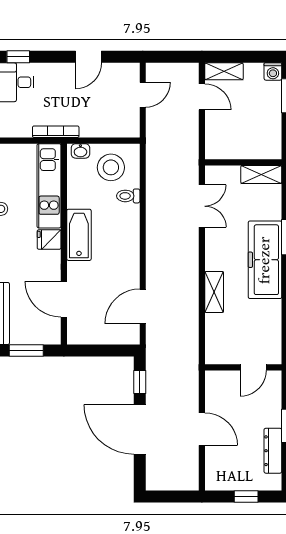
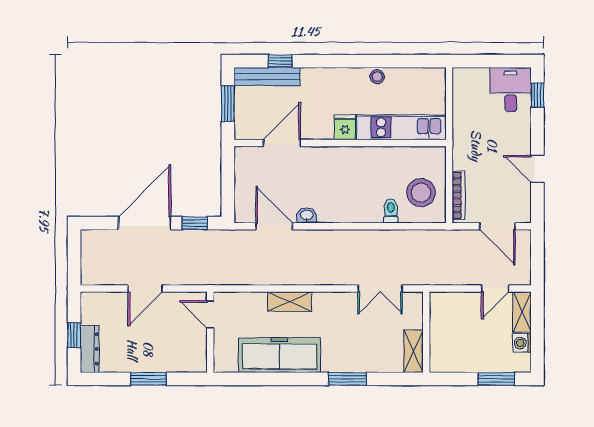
washing machine: (273, 72) -> (522, 343), moved
door: (143, 95) -> (497, 226), width x1.38
bookcase: (56, 132) -> (459, 195), moved
washbasin: (80, 151) -> (307, 215), moved, turned 90
bathtub: (79, 235) -> (350, 159), removed
freezer: (265, 260) -> (279, 355), moved
door: (253, 367) -> (210, 314), moved
dresser: (273, 451) -> (90, 349), moved, turned 90

